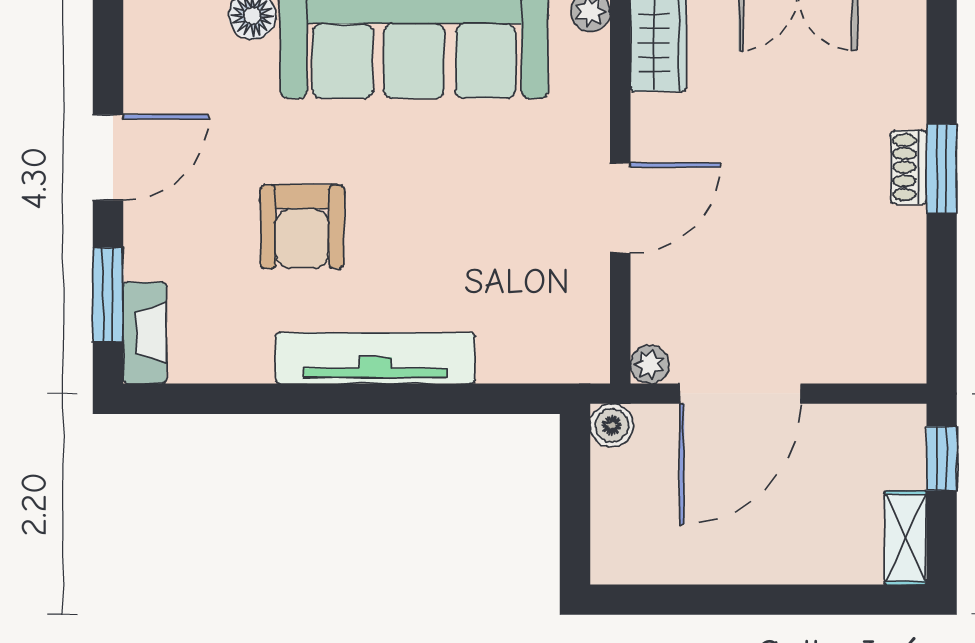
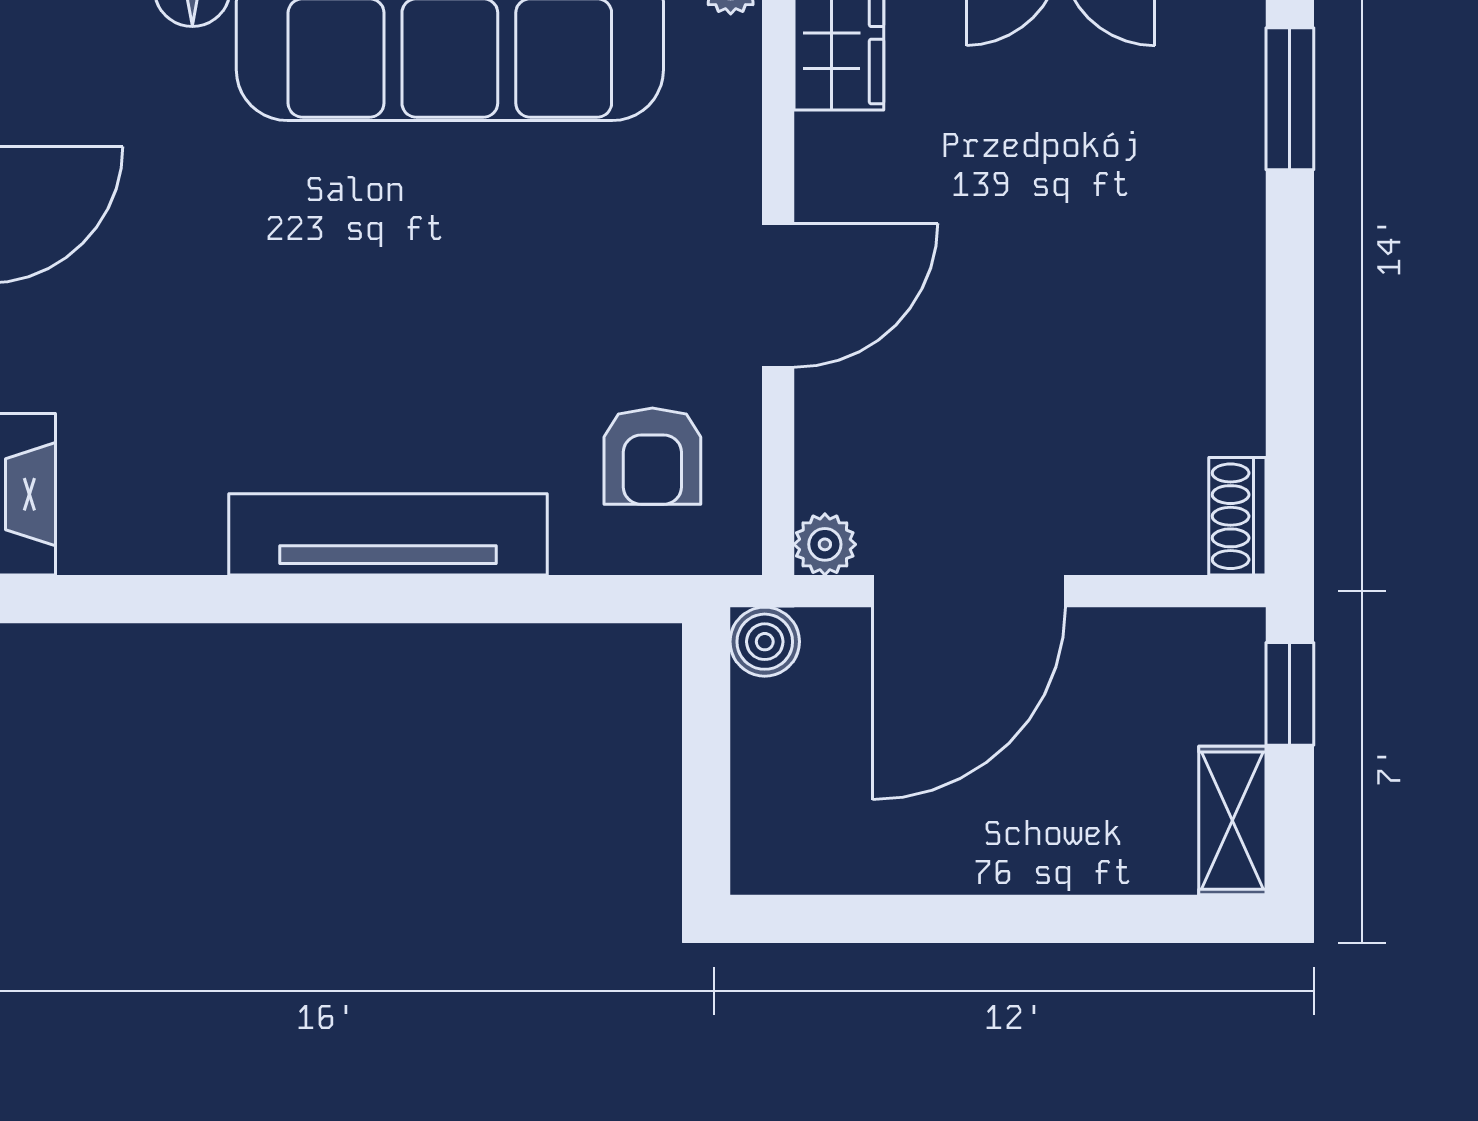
shoe rack: (909, 167) -> (1237, 516), moved
window: (942, 169) -> (1290, 99), moved
armchair: (302, 227) -> (652, 456), moved, width x0.72, depth x0.72

